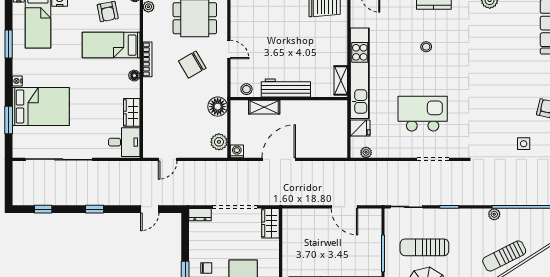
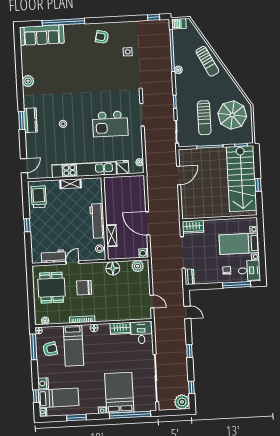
workbench: (239, 23) -> (53, 256), added
chair: (192, 65) -> (84, 288), turned 120
shelving: (341, 80) -> (71, 184), moved
kitchen island: (423, 114) -> (110, 124), turned -90
window: (9, 120) -> (130, 415), width x2.11
plant: (23, 195) -> (182, 402), added

